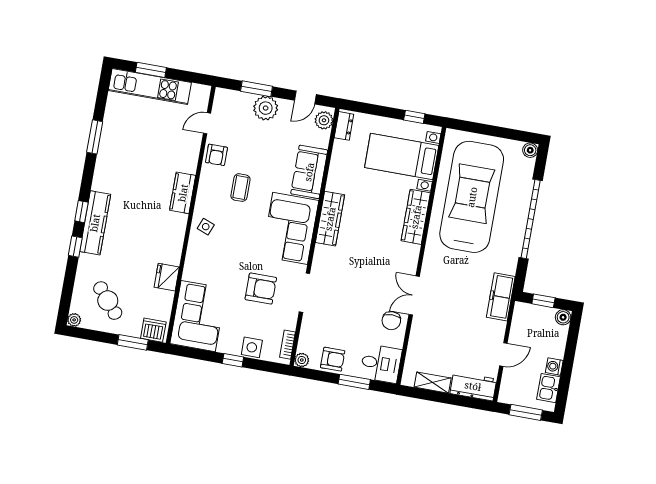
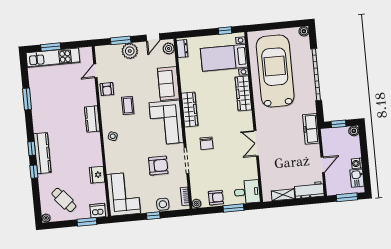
chair: (391, 321) -> (207, 143), moved

